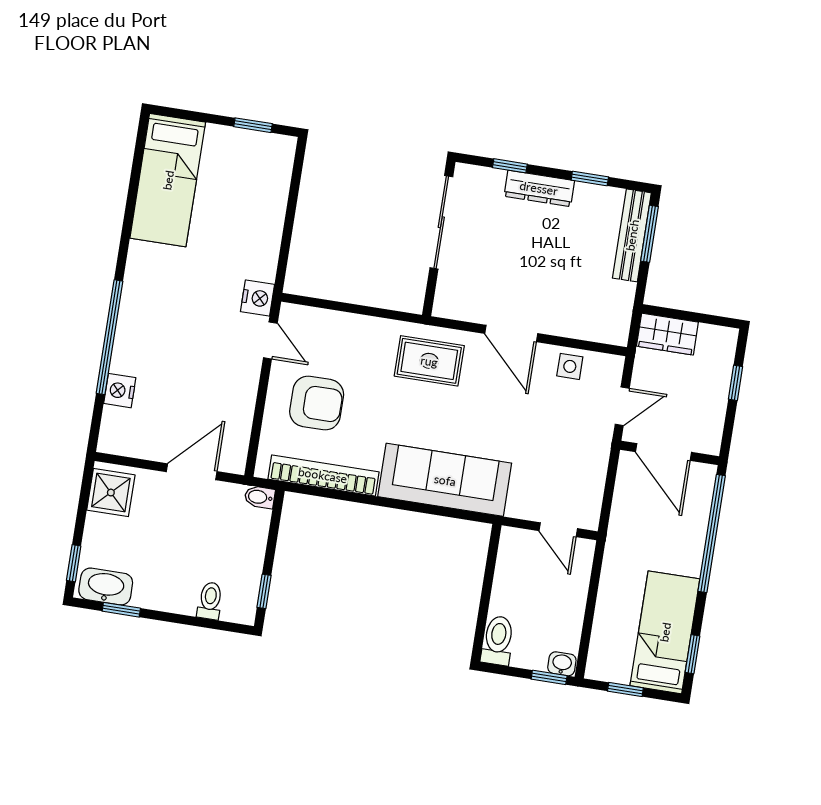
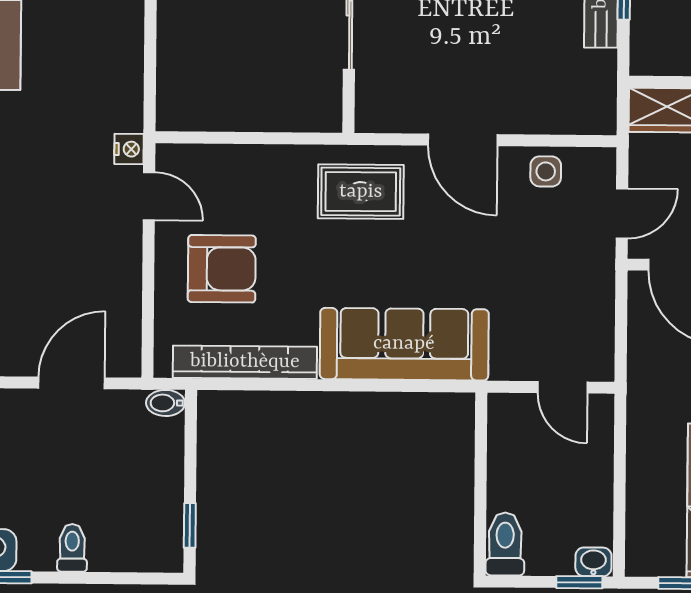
nightstand: (258, 298) -> (129, 149), width x0.72, depth x0.74
toilet: (210, 601) -> (72, 548), moved

